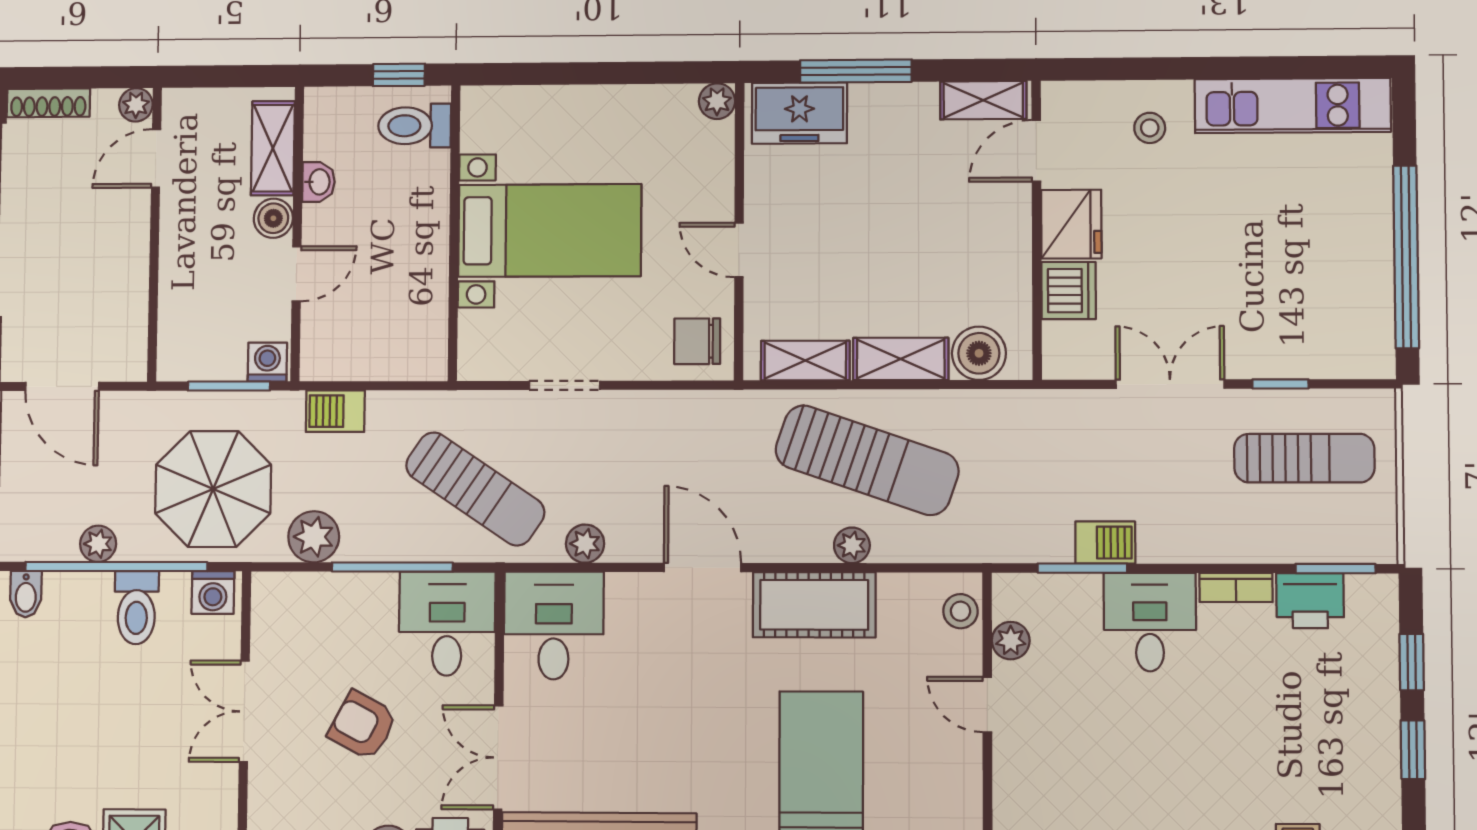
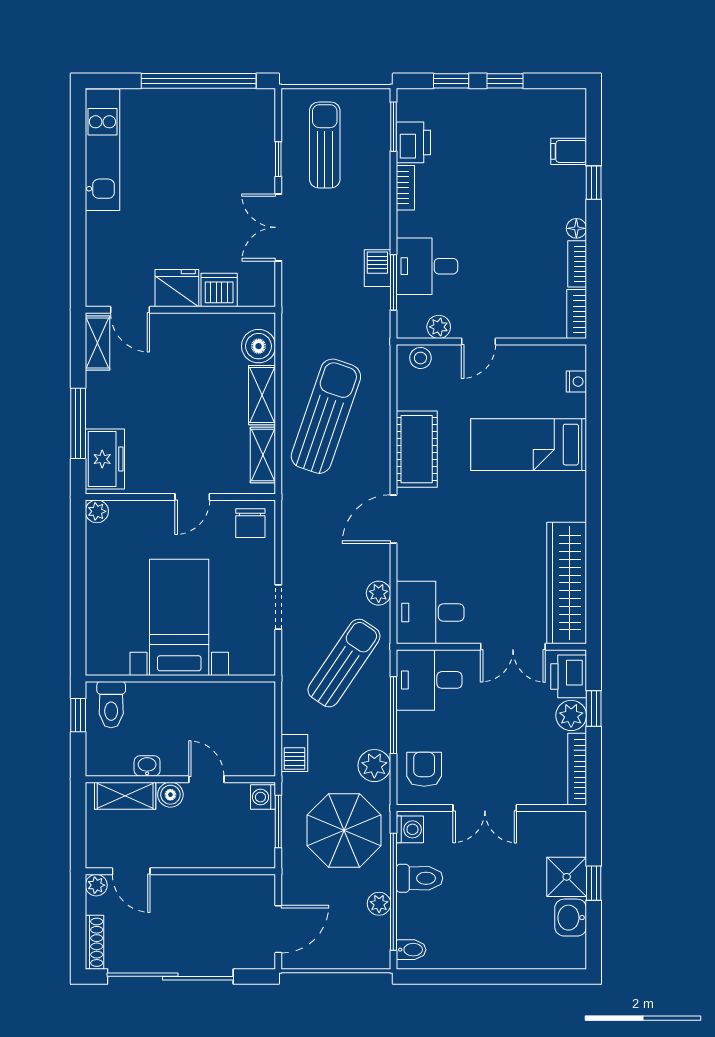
stool: (1150, 128) -> (116, 239), removed
plant: (852, 545) -> (379, 426), removed
desk: (1150, 622) -> (427, 266), moved
armchair: (363, 725) -> (424, 769), moved, turned 152

